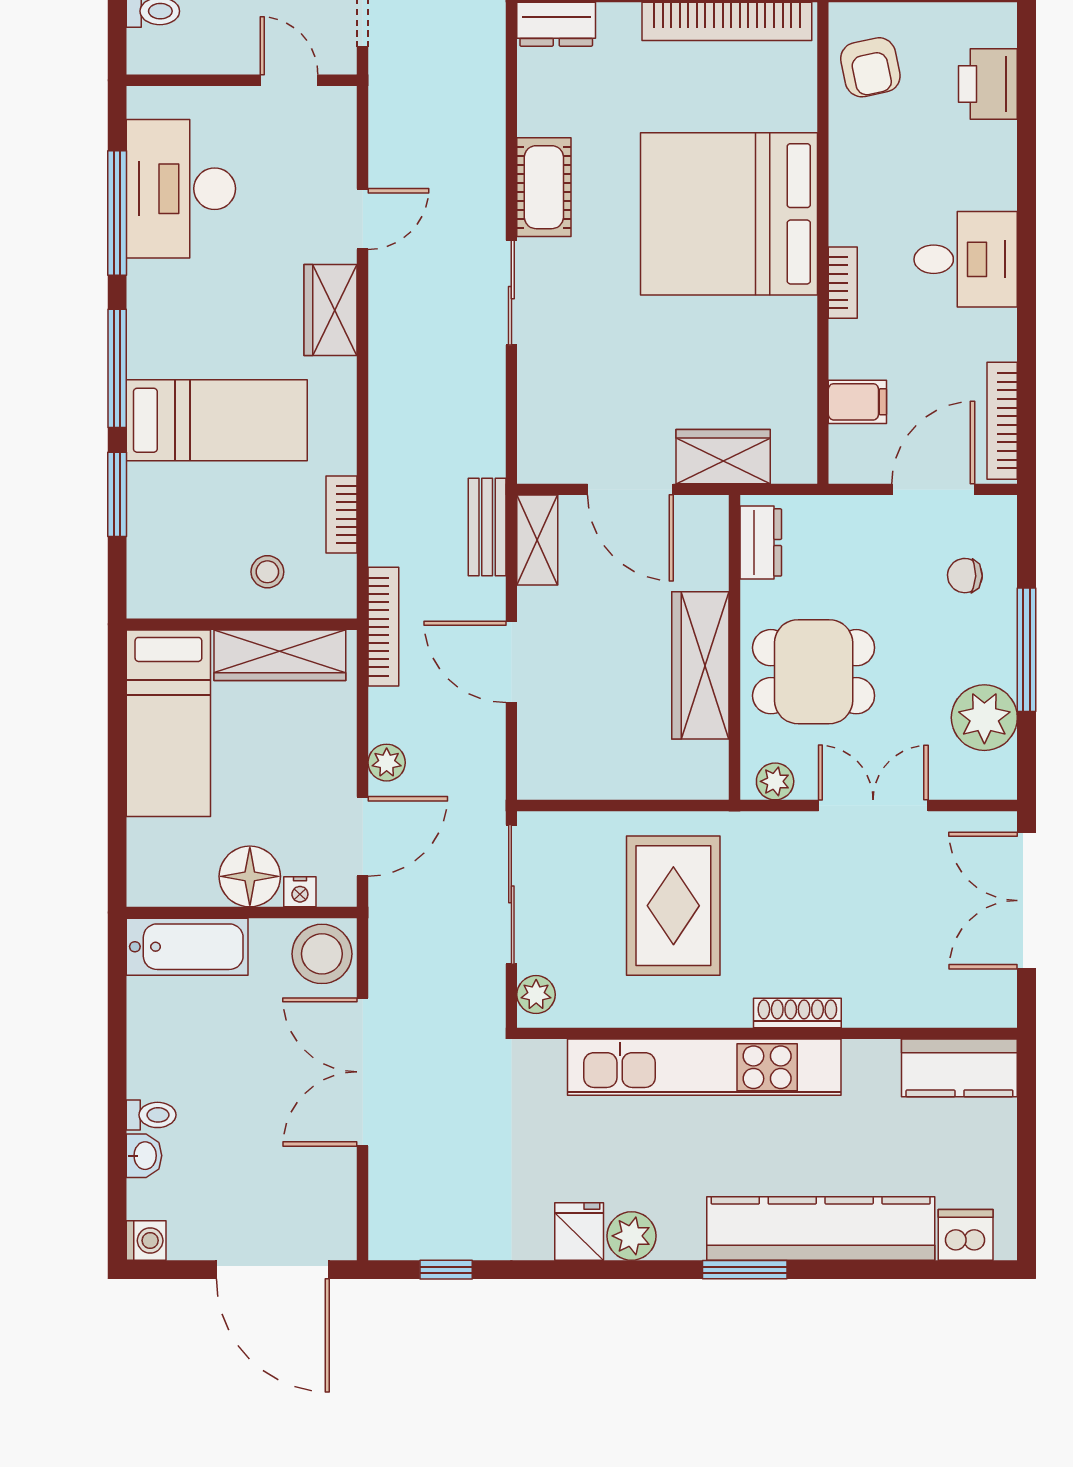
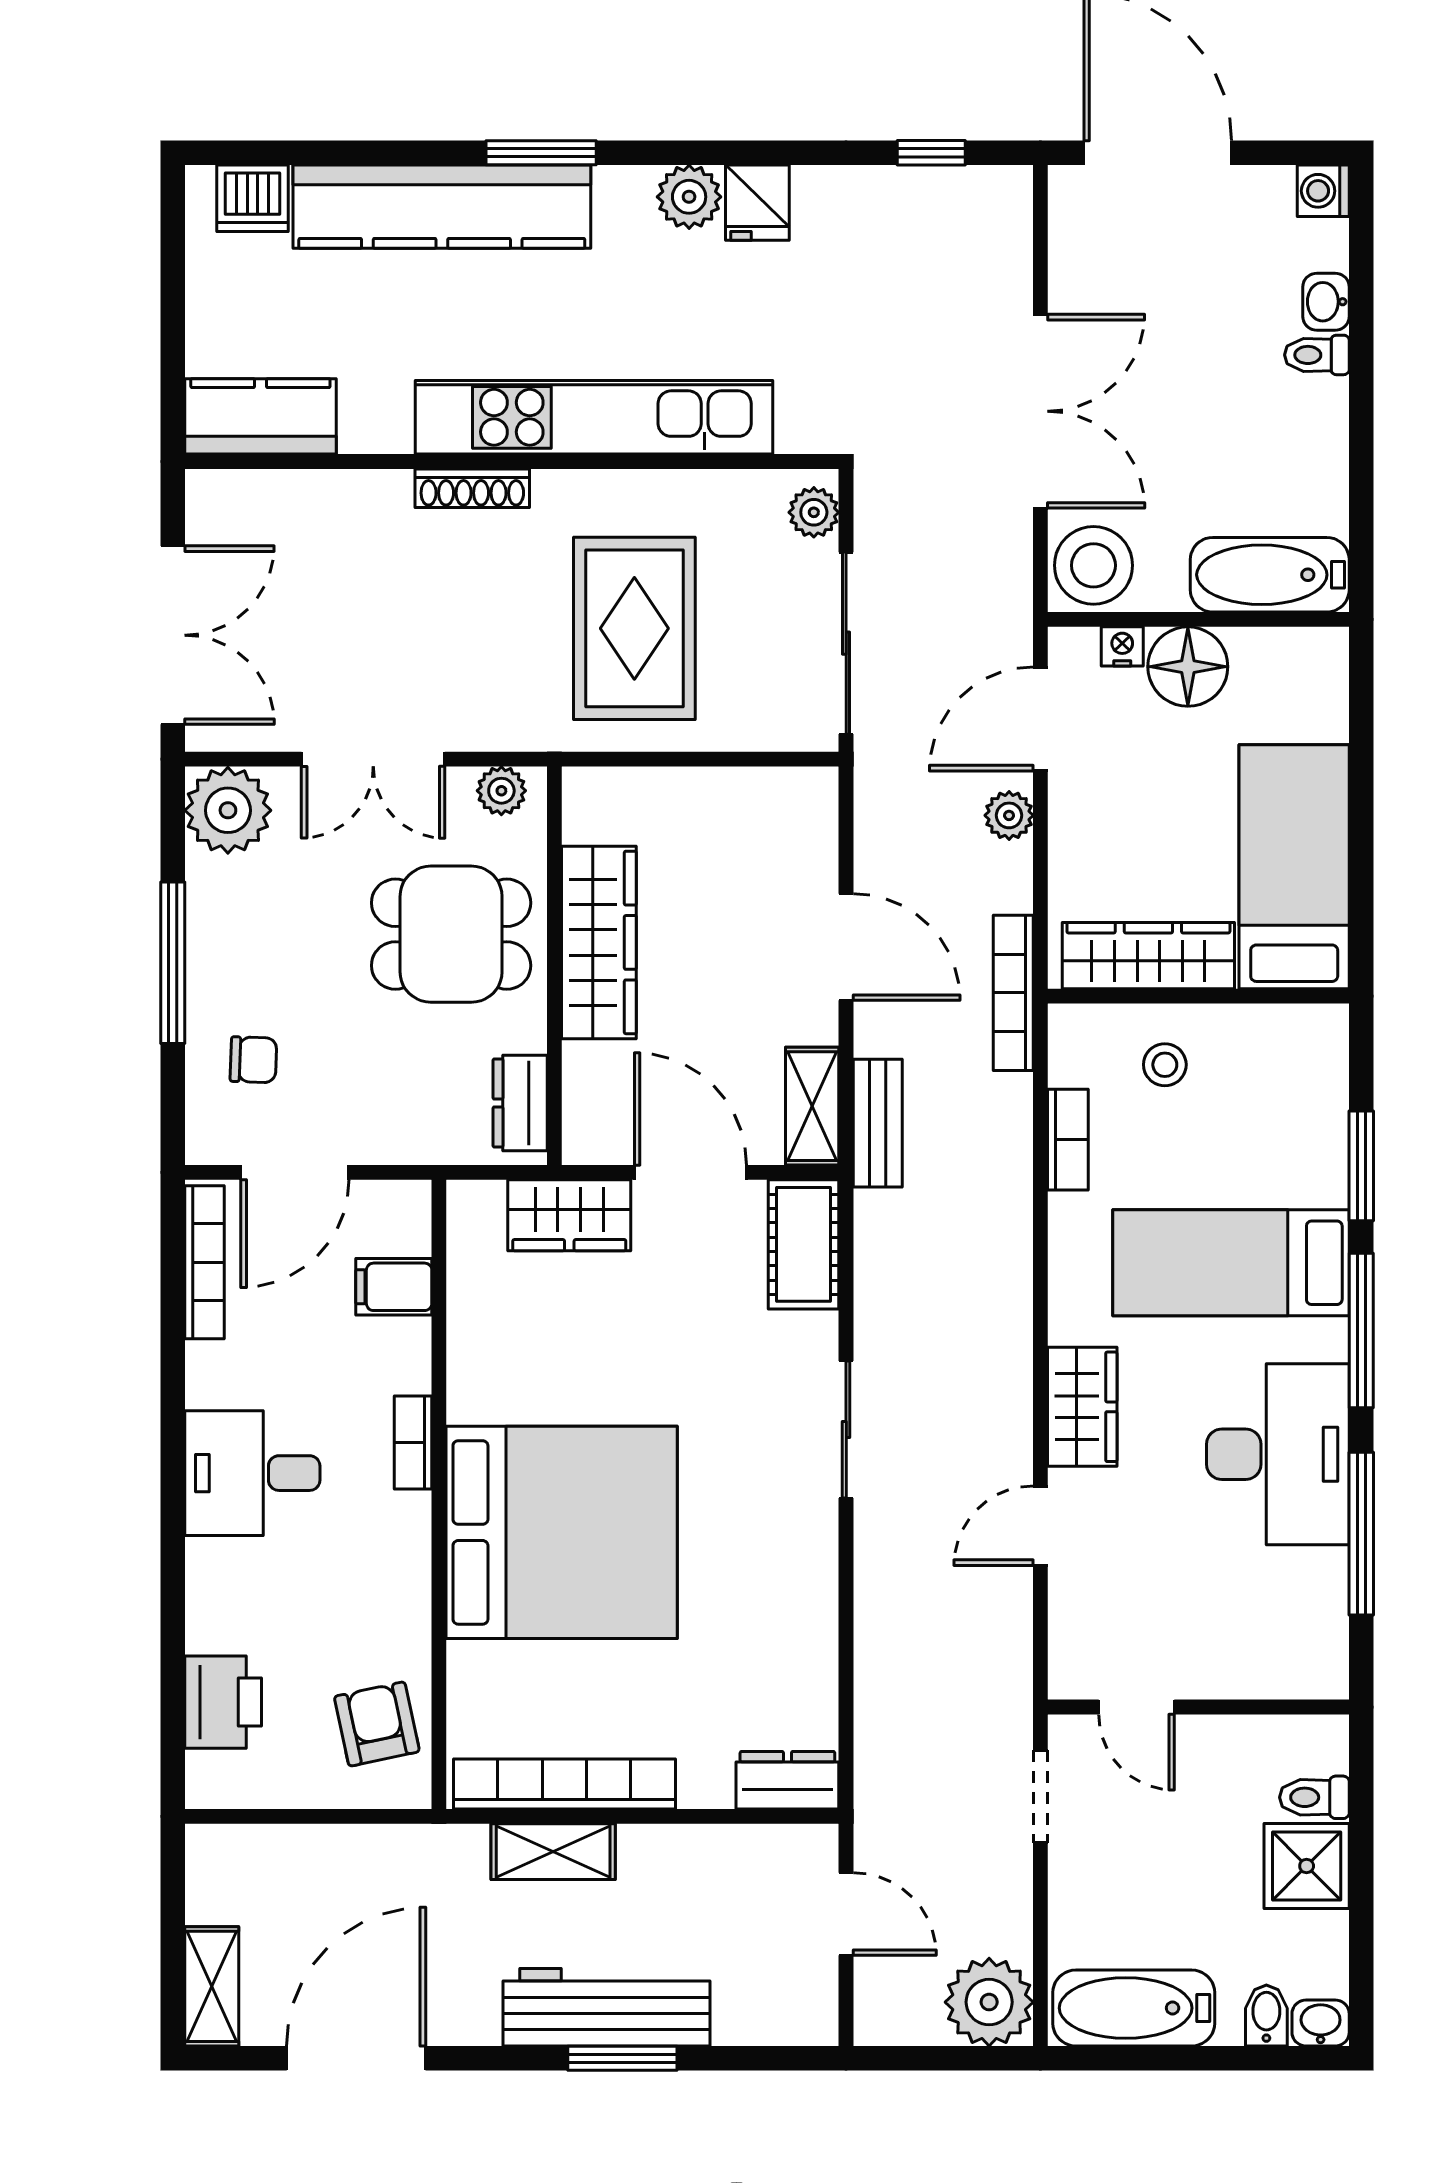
cot: (544, 187) -> (804, 1244), moved
desk: (181, 189) -> (1278, 1454), moved
plant: (984, 718) -> (228, 810), moved

